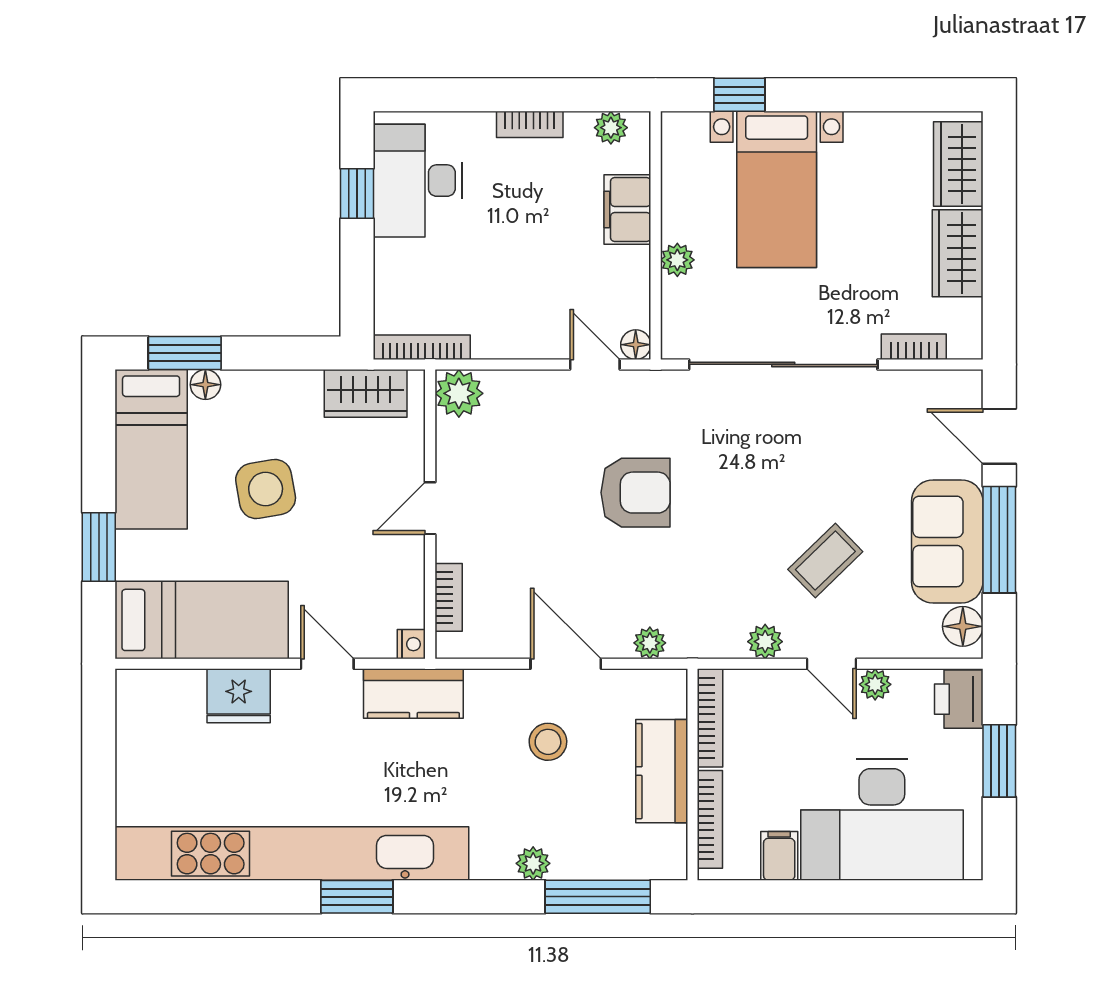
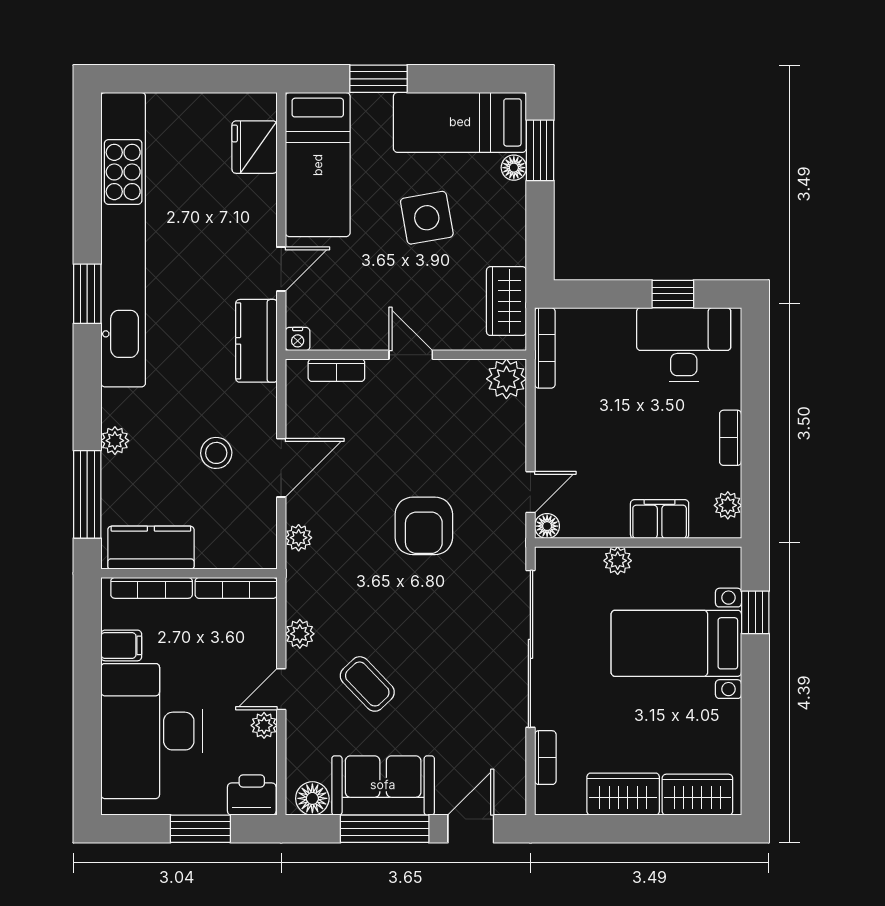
fridge: (239, 696) -> (255, 147), moved
kitchen counter: (662, 771) -> (151, 548), moved

